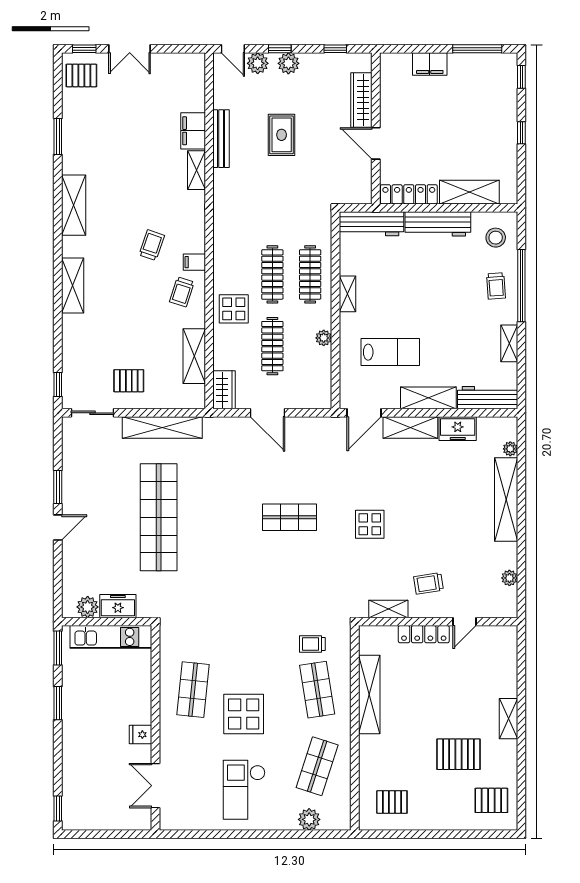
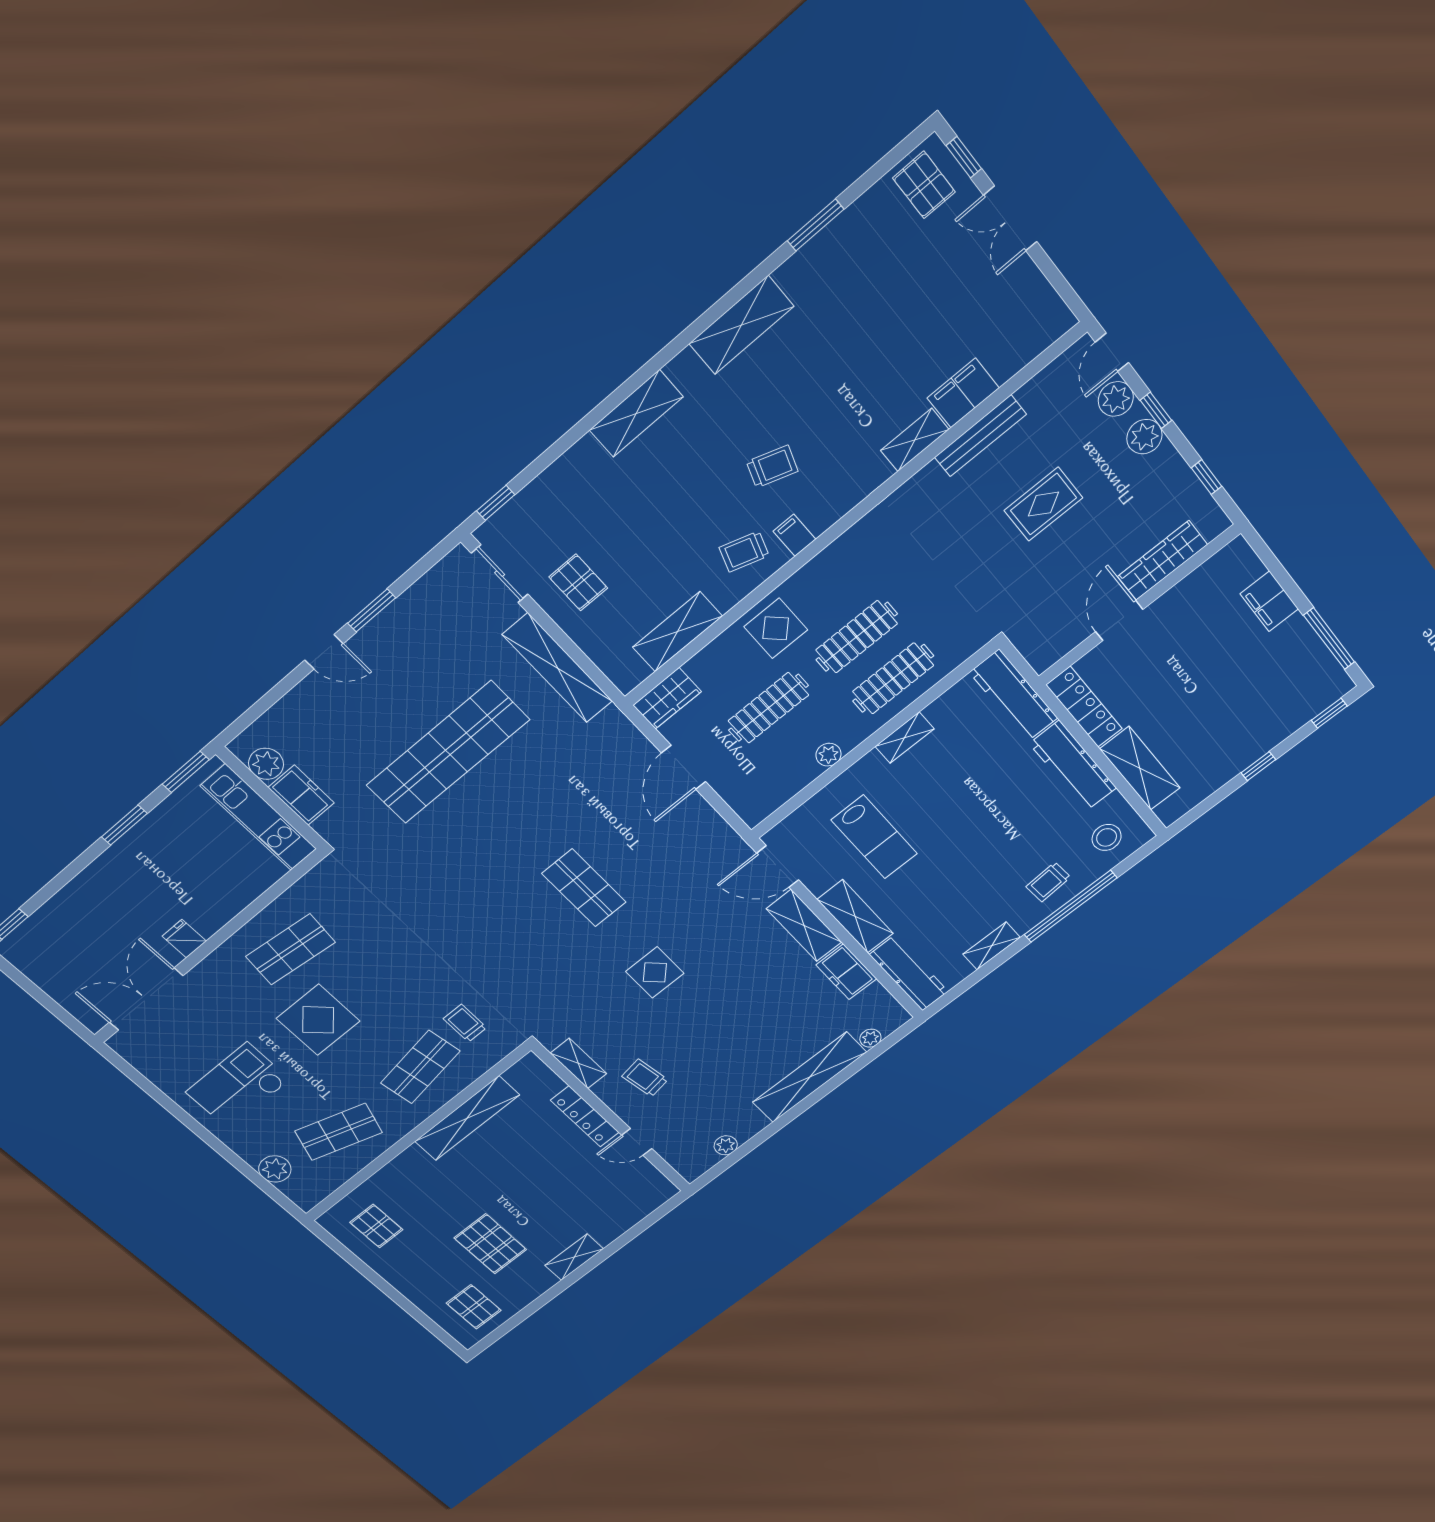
double door: (155, 786) -> (146, 999), width x1.37

